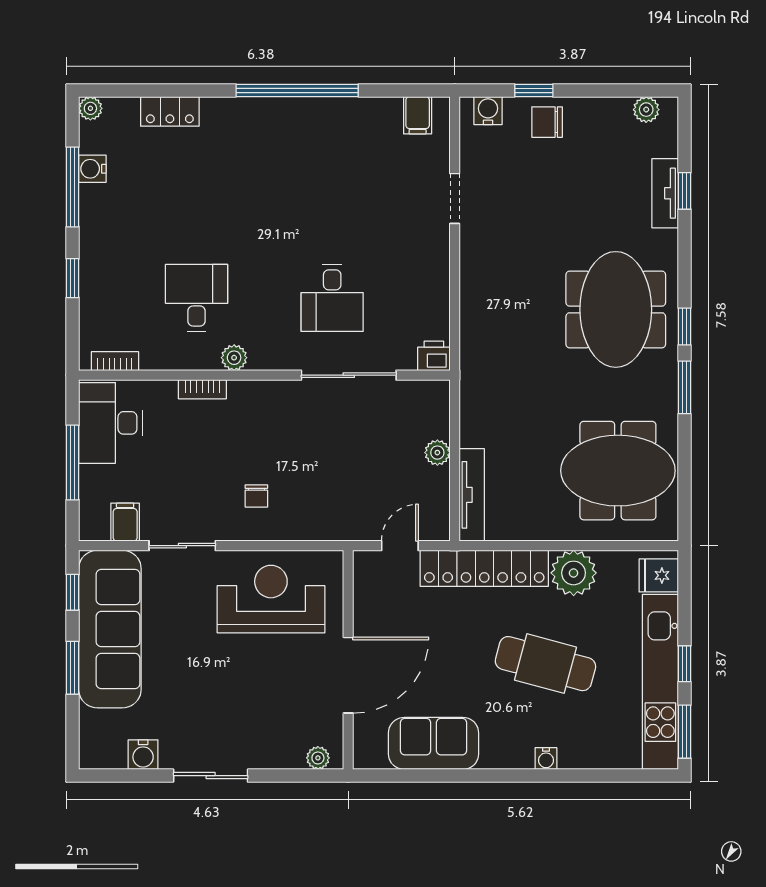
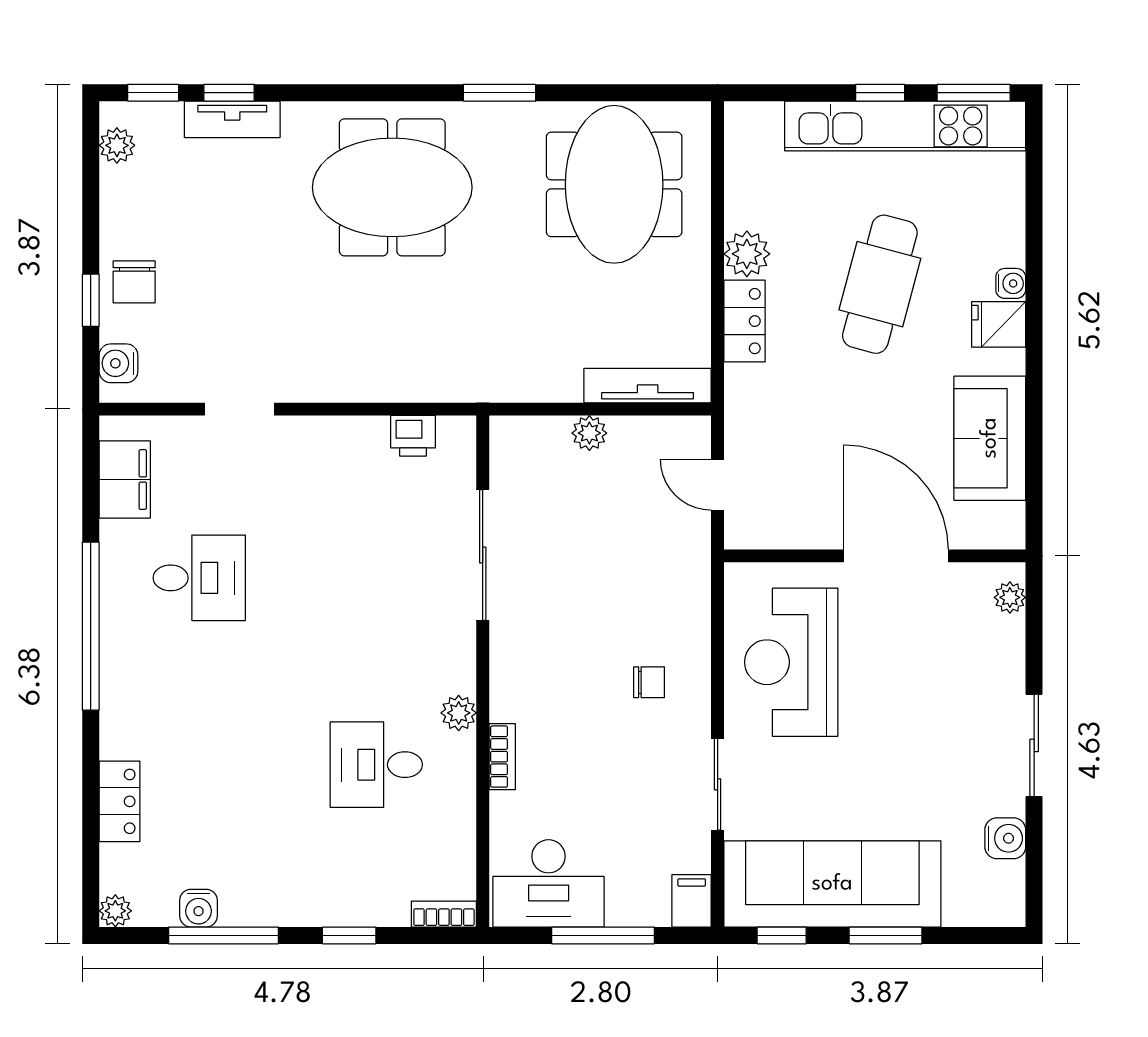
filing cabinet: (418, 115) -> (125, 480), width x2.00
desk: (332, 298) -> (199, 578), moved
window: (685, 326) -> (153, 93), moved
printer: (434, 356) -> (413, 436), moved, turned -90
bookcase: (115, 361) -> (444, 914), moved, turned 90
filing cabinet: (125, 522) -> (692, 901), moved, turned 90
locker: (484, 568) -> (744, 321), width x0.46, depth x0.83
plant: (574, 573) -> (747, 254), width x0.73, depth x0.73
fridge: (659, 575) -> (999, 324), moved, turned 90

